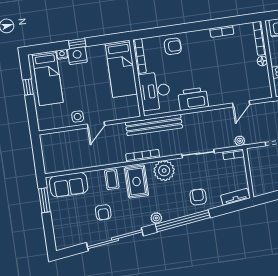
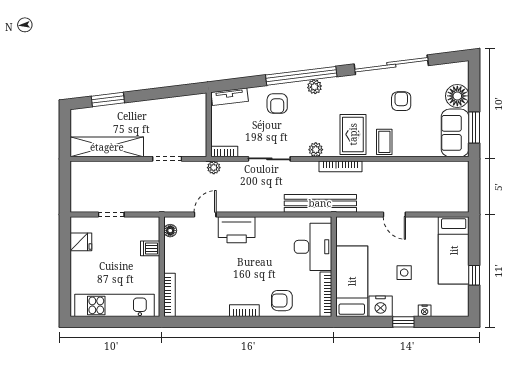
bookcase: (222, 31) -> (244, 311), moved
nightstand: (77, 56) -> (381, 306), moved
floor lamp: (262, 61) -> (170, 231), moved
bed: (48, 78) -> (454, 250), moved, turned 180
printer: (193, 99) -> (237, 230), moved
side table: (78, 117) -> (404, 273), moved
door: (96, 125) -> (394, 214), swing flipped
plant: (164, 171) -> (316, 150), width x0.53, depth x0.53
sofa: (69, 185) -> (455, 133), moved, turned -90
plant: (156, 218) -> (315, 87), moved
floor lamp: (61, 223) -> (457, 96), added

